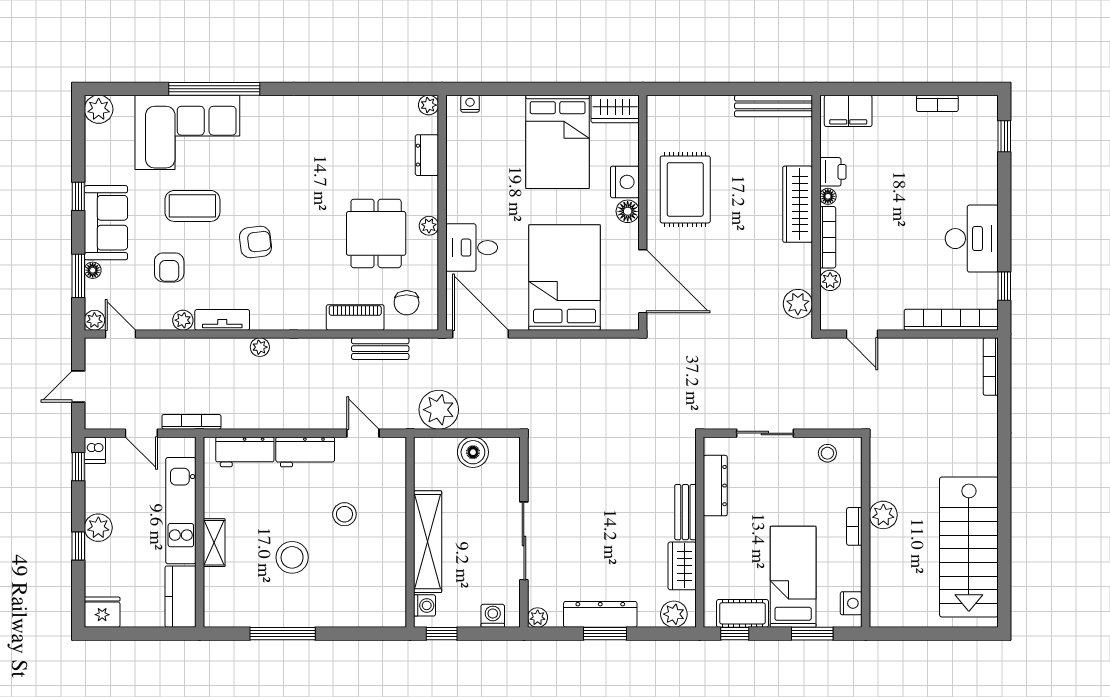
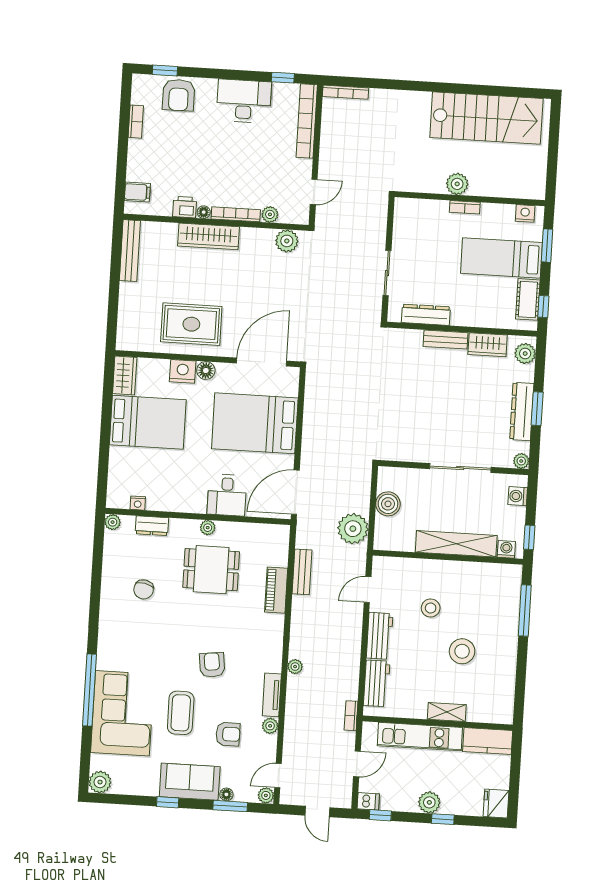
nightstand: (470, 104) -> (138, 503), moved, turned -90
filing cabinet: (848, 111) -> (137, 192), width x0.50
armchair: (974, 156) -> (179, 95), added
chair: (407, 303) -> (144, 589), moved, turned 102
bookcase: (191, 422) -> (351, 716), width x0.64
stool: (827, 453) -> (406, 225), removed
window: (283, 634) -> (525, 610), moved

